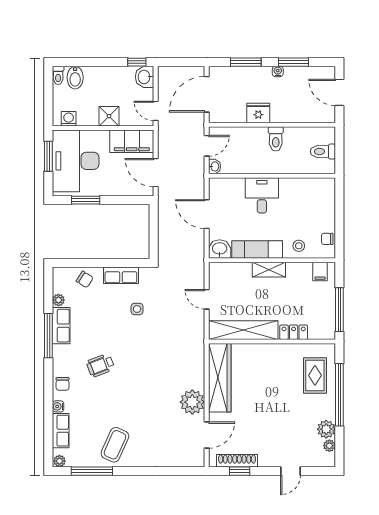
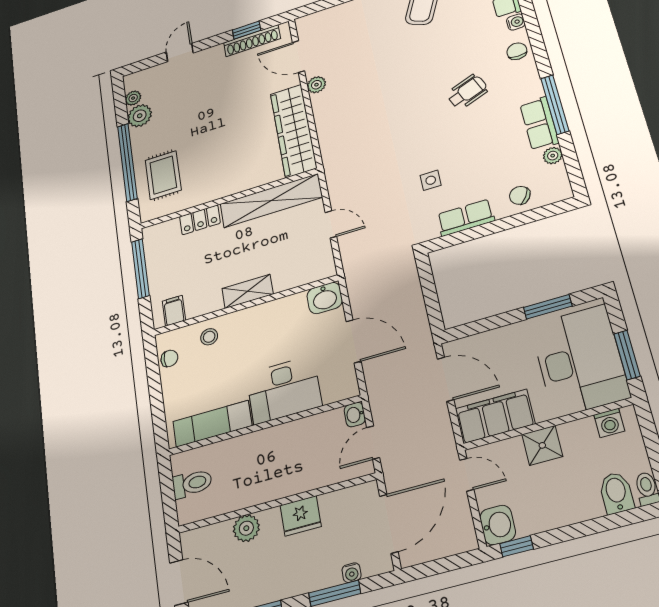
water cooler: (278, 71) -> (352, 573), moved
plant: (293, 114) -> (246, 528), added
toilet: (276, 139) -> (267, 483), removed
desk: (262, 195) -> (284, 390), width x1.37
exam couch: (257, 249) -> (212, 424), moved, turned 180
plant: (192, 402) -> (316, 85), width x0.53, depth x0.53
door: (207, 435) -> (298, 57), hinge flipped

